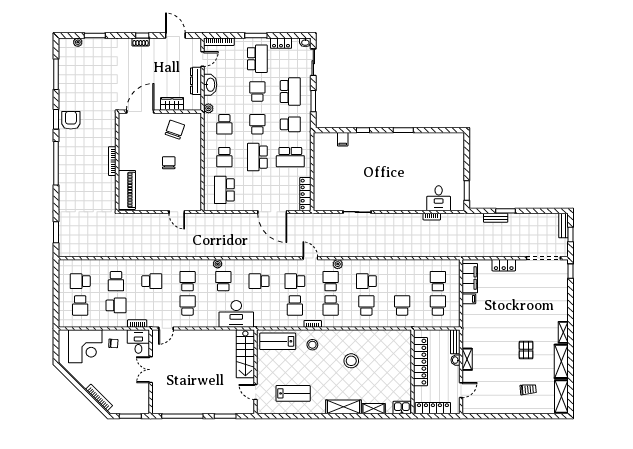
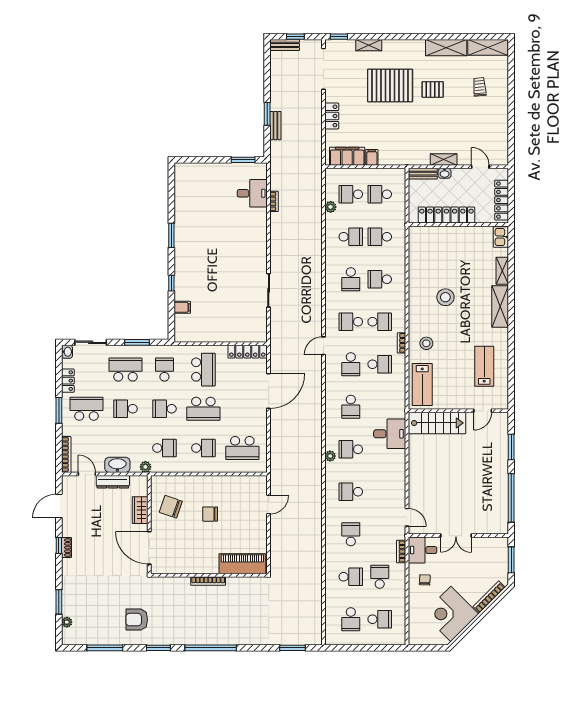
armchair: (71, 120) -> (137, 620), moved
plant: (338, 264) -> (331, 207), moved
school desk: (188, 305) -> (351, 237), moved, turned 180
desk: (236, 314) -> (390, 434), width x0.73
pallet: (529, 314) -> (390, 85), added
shelving: (563, 332) -> (369, 45), moved
corner desk: (85, 346) -> (451, 614), moved, turned -135

